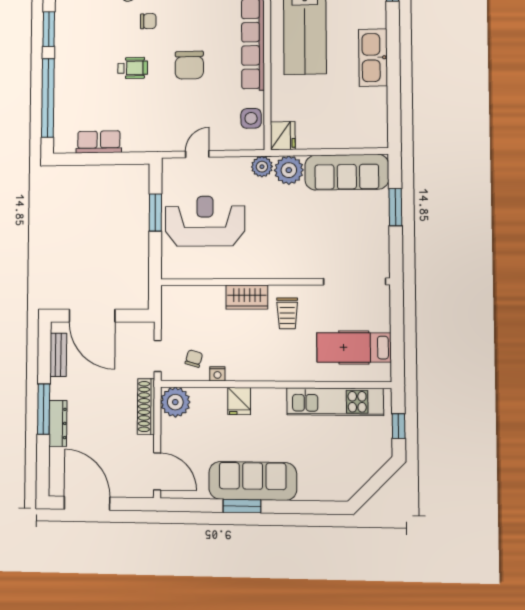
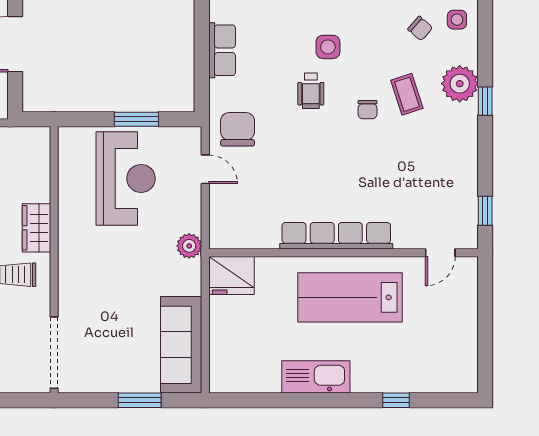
chair: (189, 65) -> (238, 129), moved, turned 90
side table: (251, 118) -> (328, 47), moved
fridge: (283, 136) -> (231, 275), width x1.36, depth x1.34
plant: (289, 170) -> (185, 277), removed

